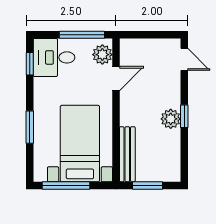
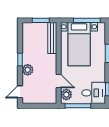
door: (184, 59) -> (20, 92), hinge flipped
door: (116, 79) -> (59, 81), swing flipped
plant: (171, 119) -> (28, 70), moved

